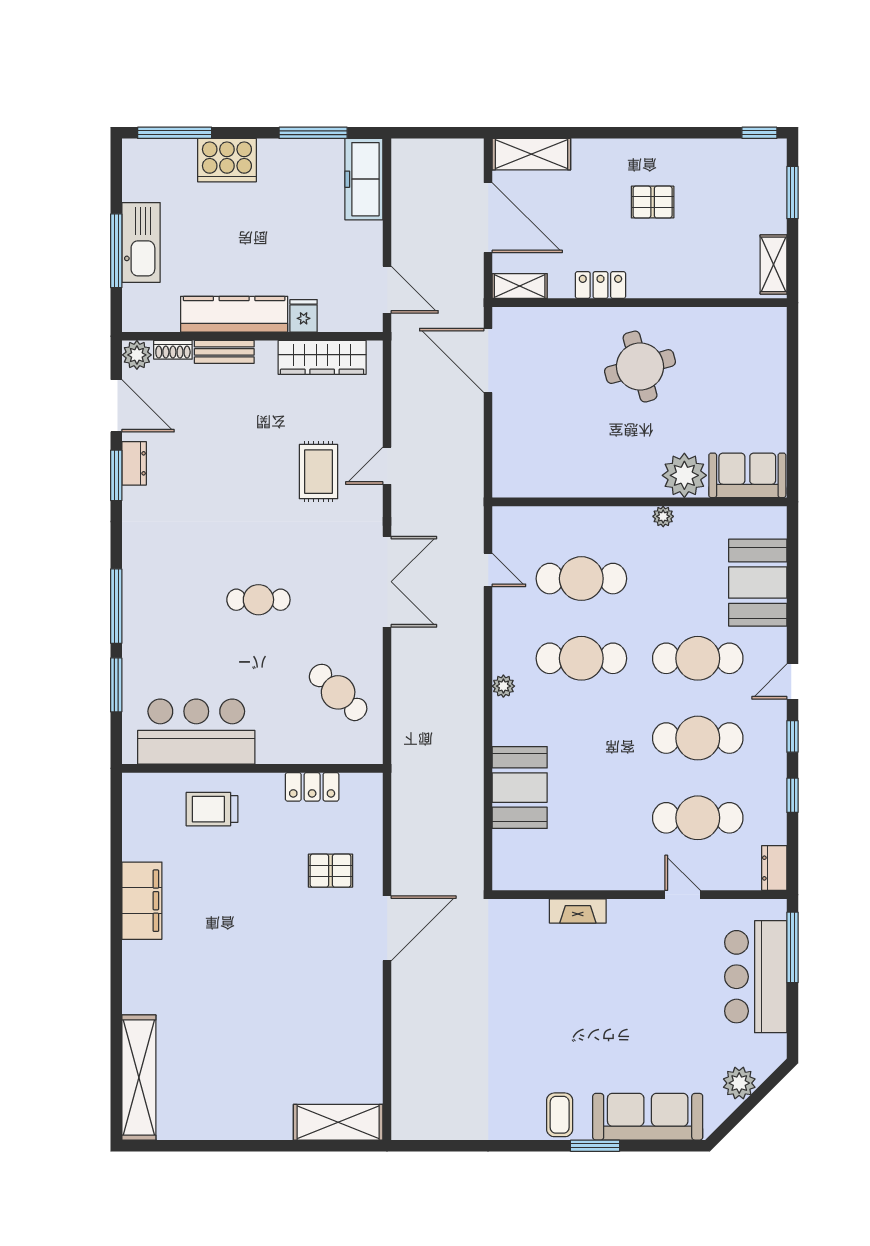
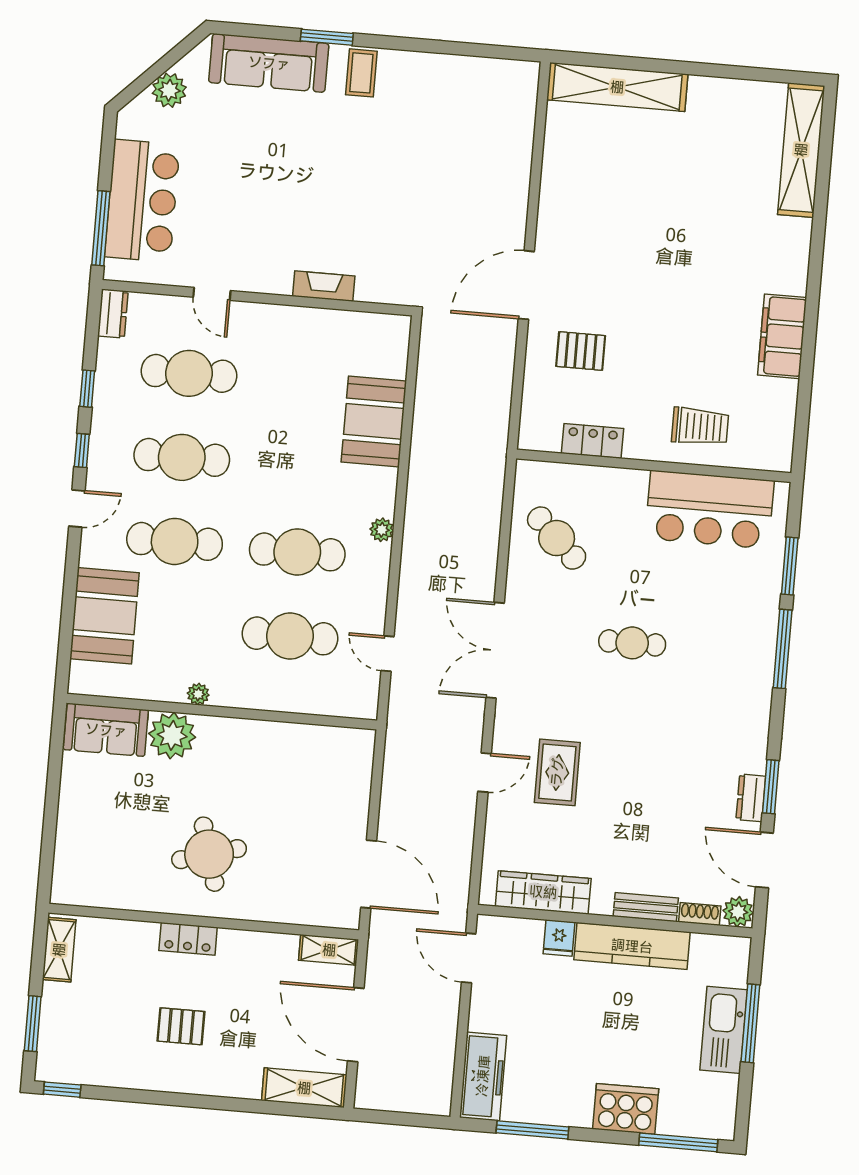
locker: (600, 285) -> (188, 939), moved
shelving: (338, 1122) -> (617, 87), width x1.47

